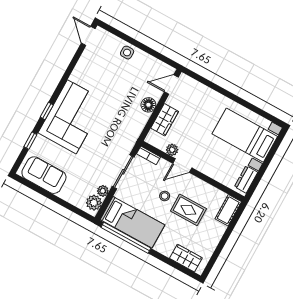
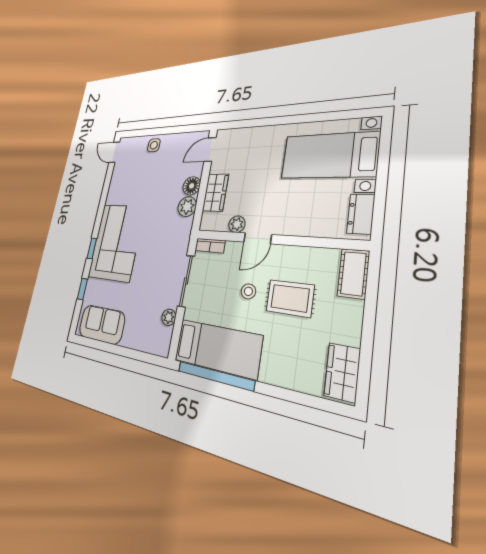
plant: (94, 203) -> (187, 207), moved
wardrobe: (186, 258) -> (342, 372), moved, turned -90

